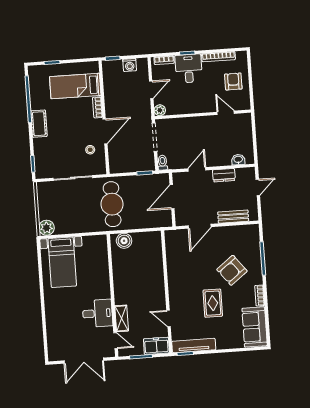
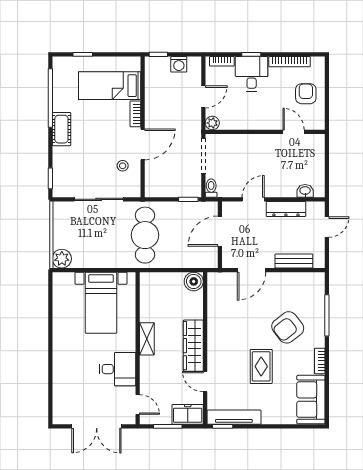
dresser: (224, 175) -> (286, 209), width x1.44
boiler: (124, 241) -> (194, 281), moved
bed with nightstands: (62, 262) -> (101, 303), moved
wardrobe: (157, 290) -> (193, 346), added
shelving: (122, 318) -> (147, 339), moved

